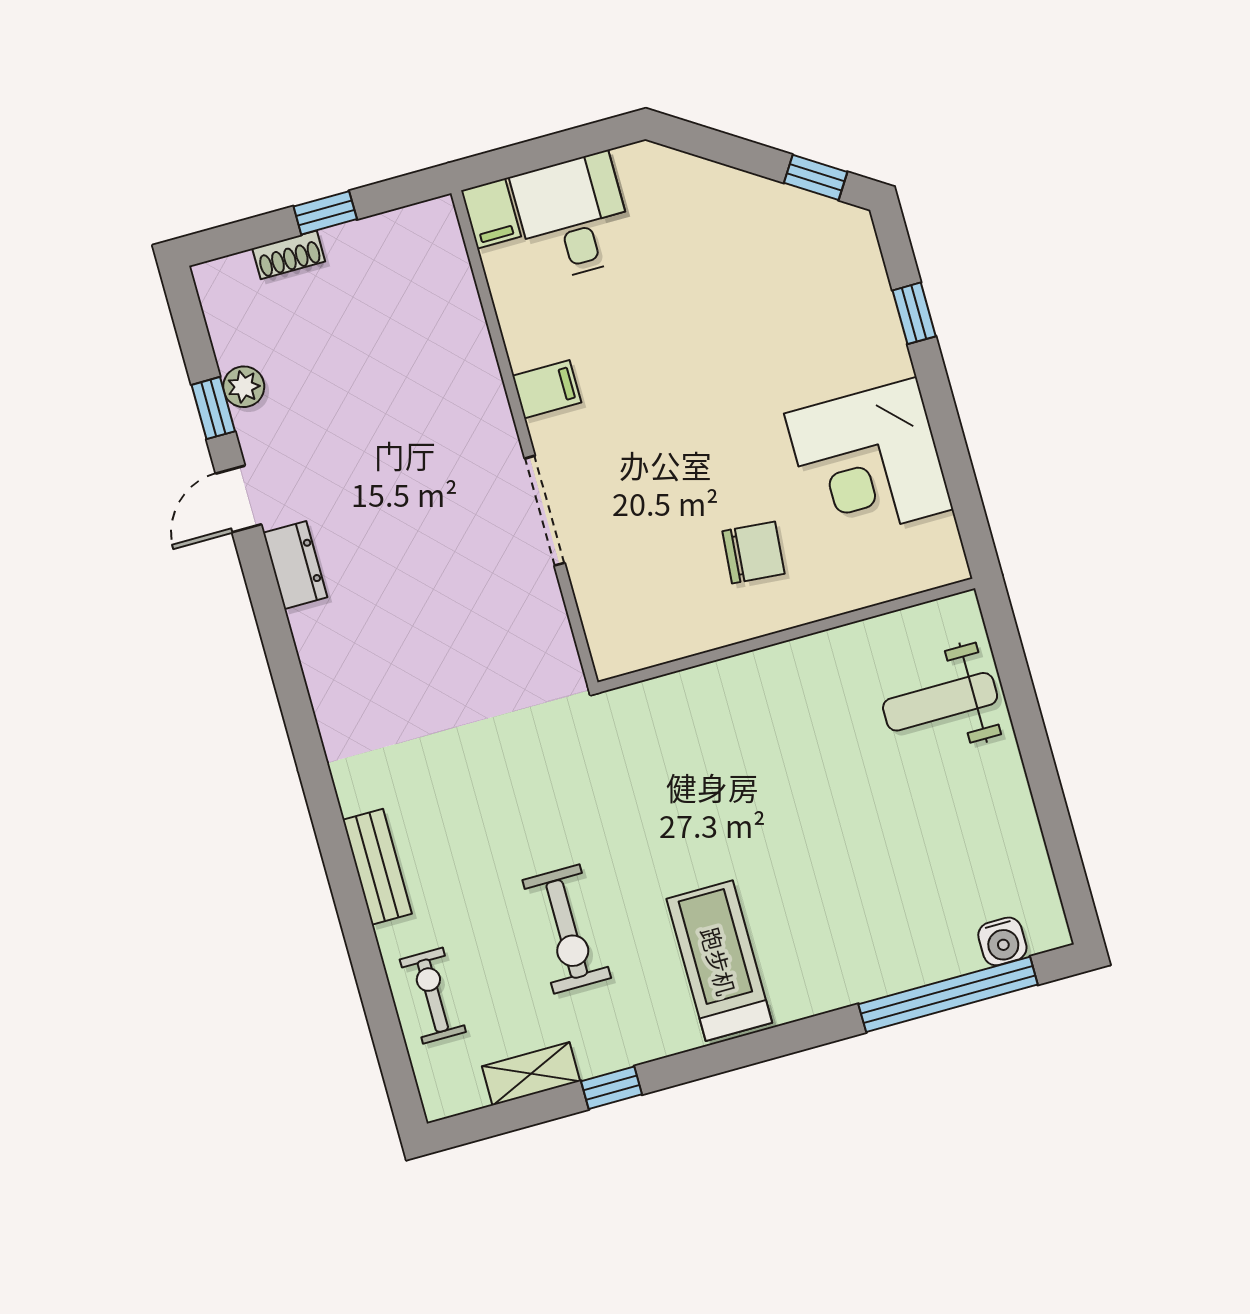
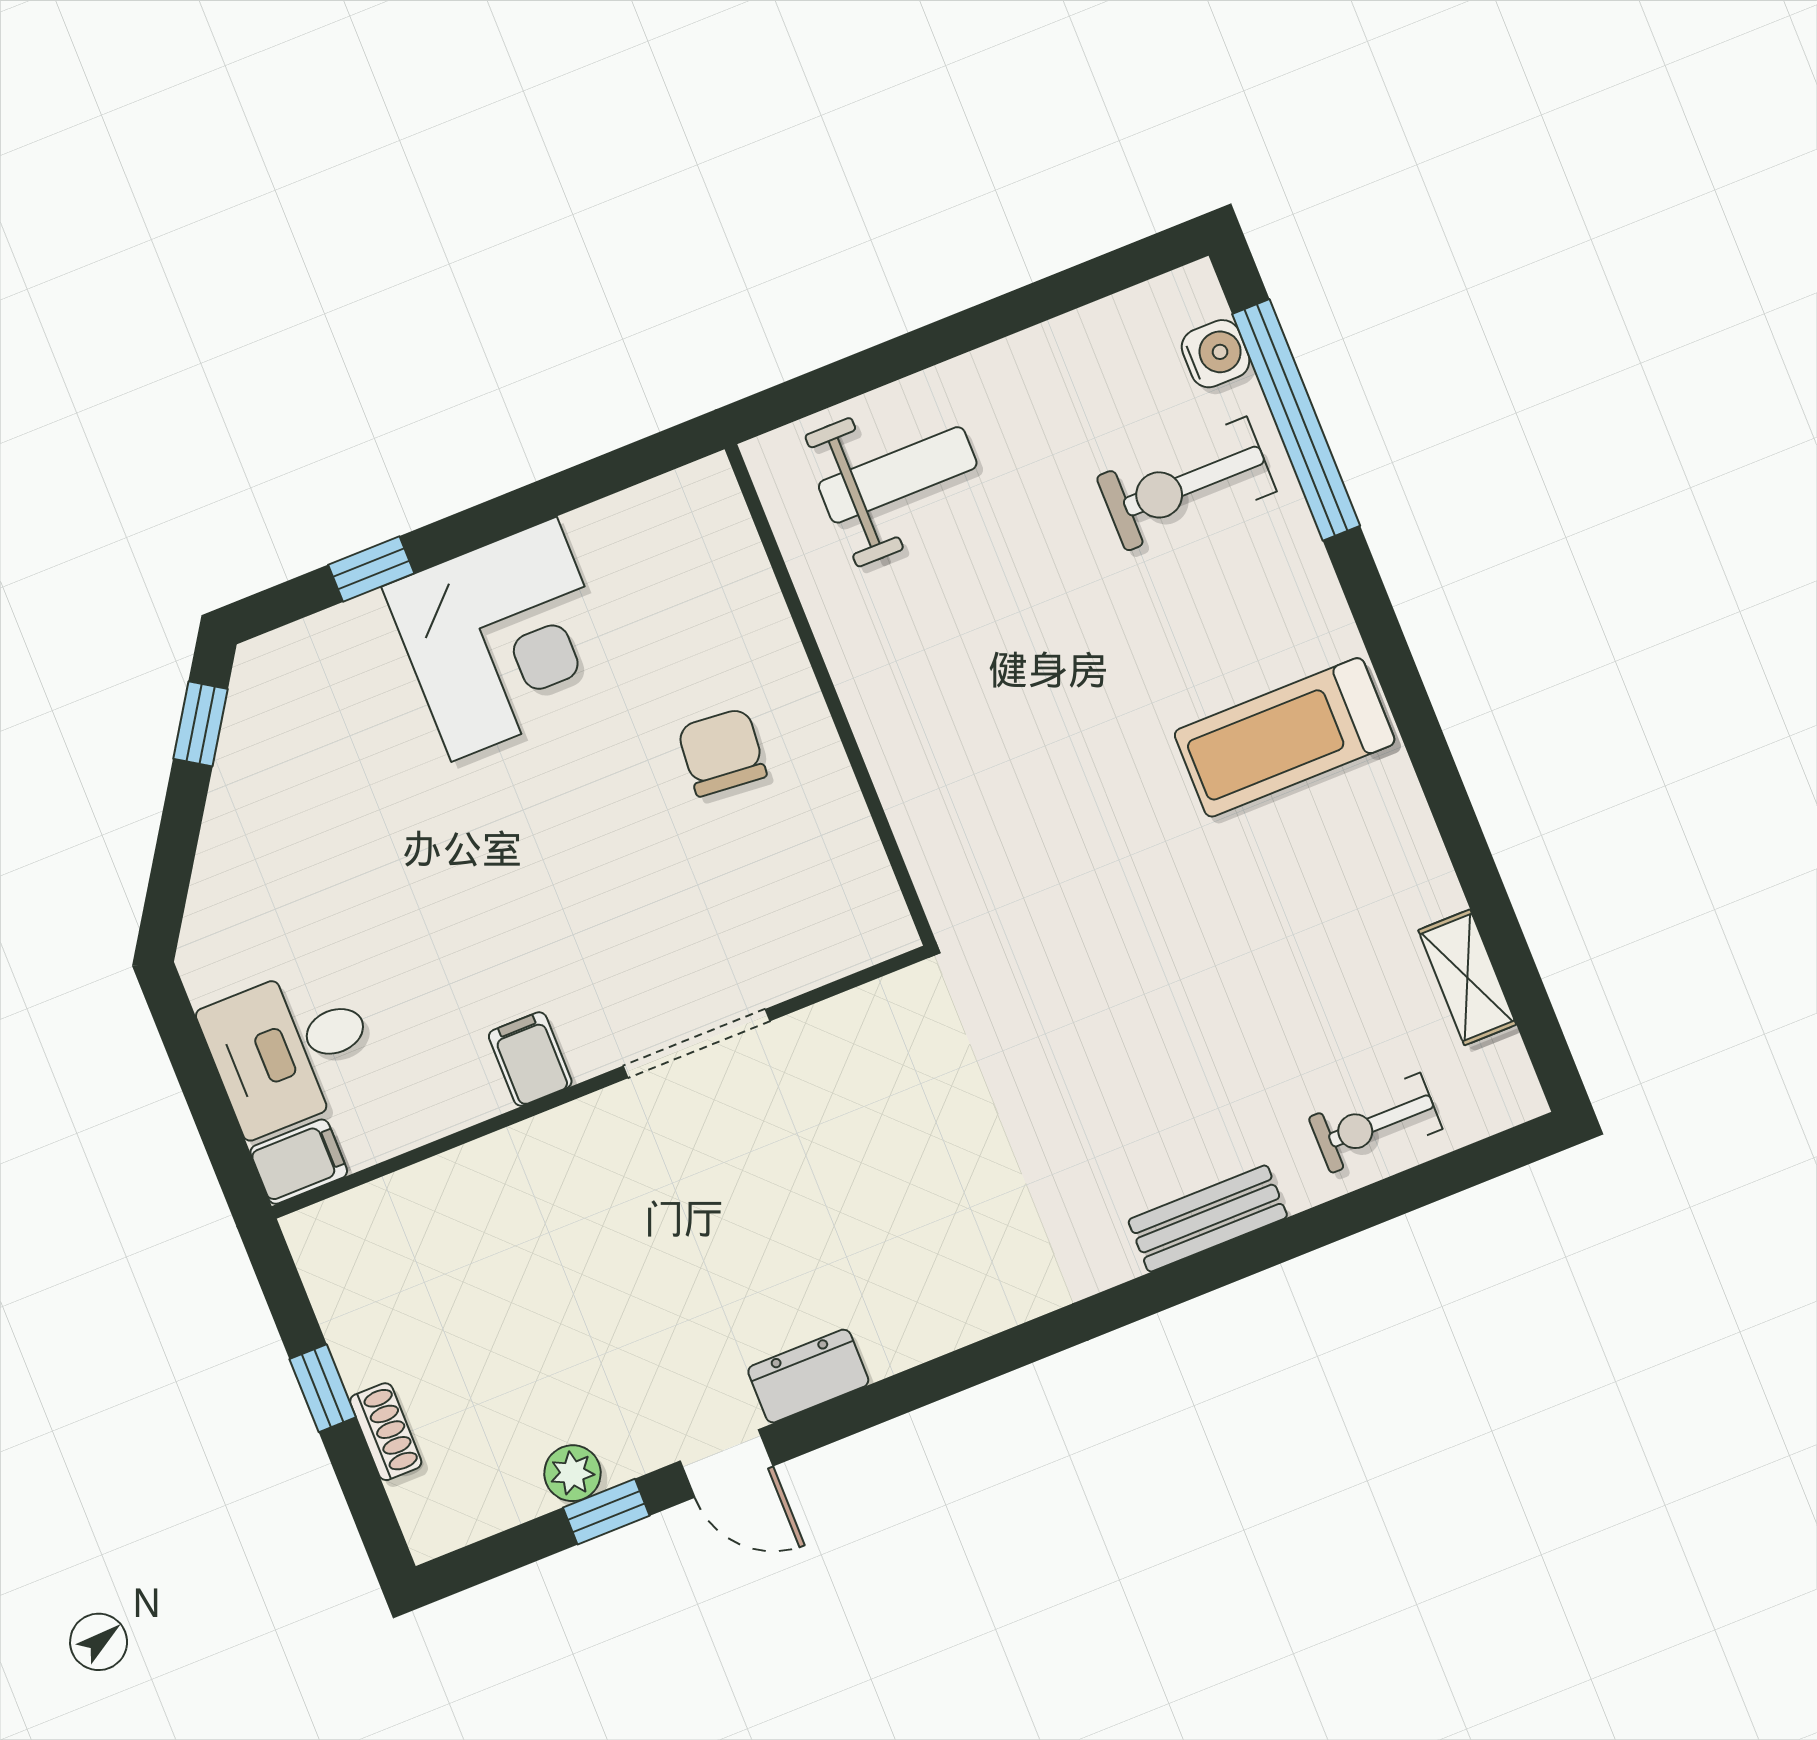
corner desk: (869, 461) -> (504, 639), moved
weight bench: (940, 702) -> (898, 475), turned -90
exercise bike: (567, 929) -> (1186, 484), moved, turned 180
window: (612, 1088) -> (1474, 865), removed

